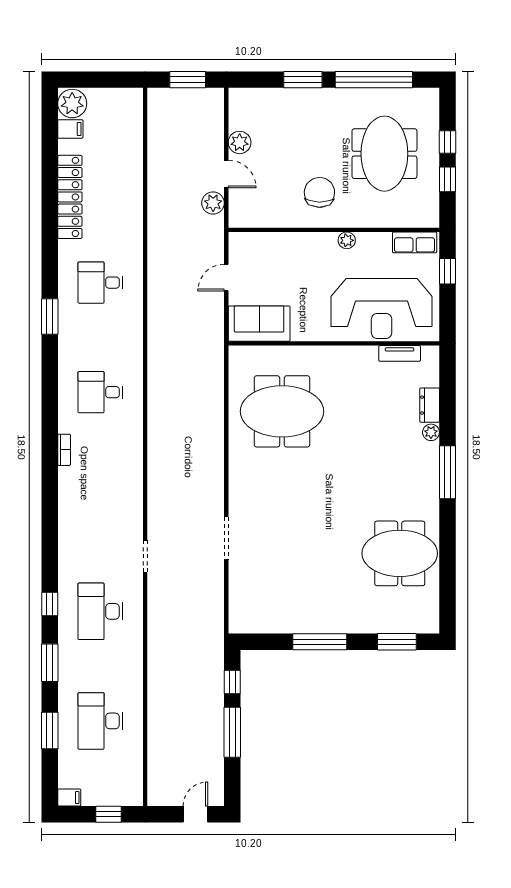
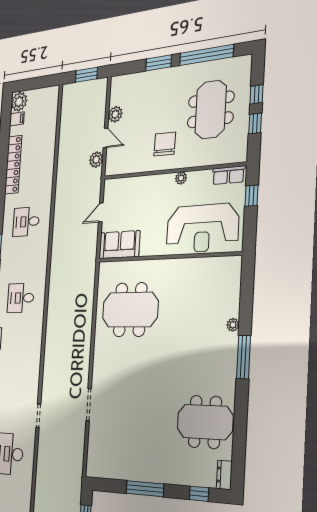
tv unit: (400, 353) -> (213, 263), removed
dresser: (430, 405) -> (224, 475), moved
window: (397, 642) -> (199, 494), width x0.67

